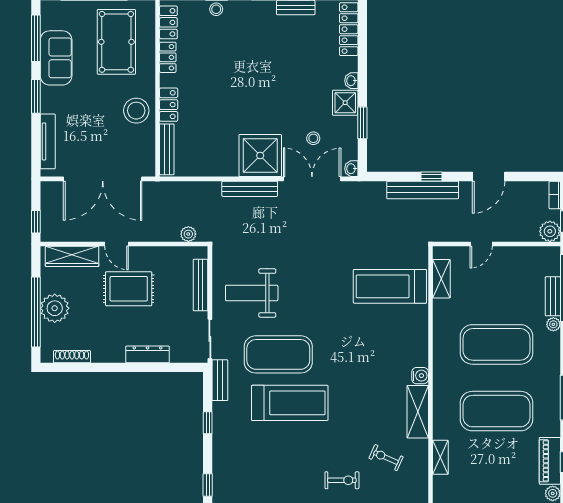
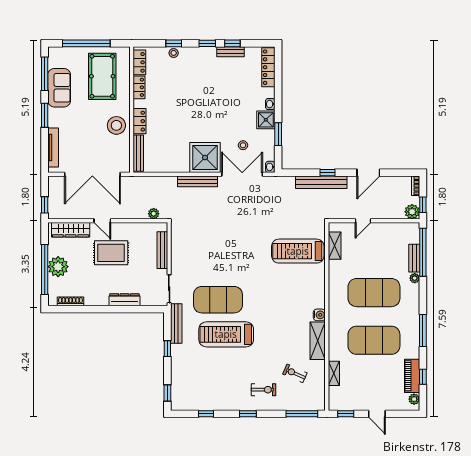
weight bench: (252, 293) -> (199, 256), removed
bench: (220, 380) -> (176, 323), width x1.36
treadmill: (290, 403) -> (226, 334), turned 180

